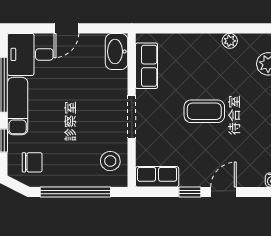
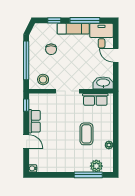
coffee table: (204, 111) -> (86, 134), moved
chair: (32, 162) -> (51, 49), moved
row of seats: (157, 177) -> (34, 121), moved
window: (190, 192) -> (26, 105), moved

